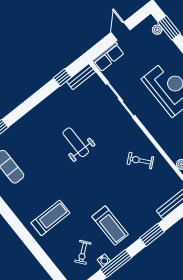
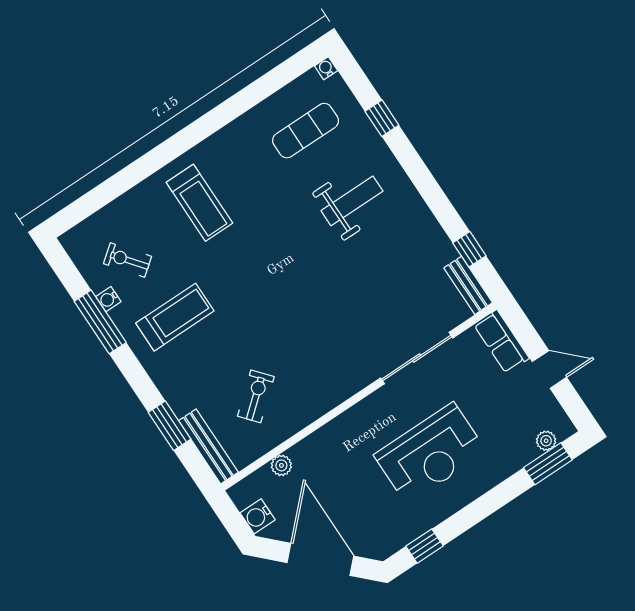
weight bench: (76, 142) -> (352, 201), moved
exercise bike: (140, 161) -> (256, 396), moved
treadmill: (110, 226) -> (175, 317), turned 180
window: (152, 235) -> (169, 426), moved

